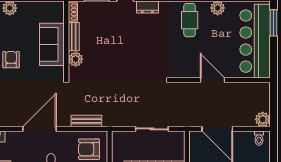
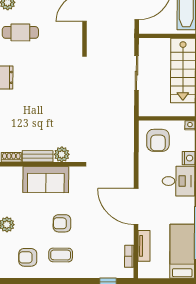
bench: (86, 121) -> (128, 143), removed
door: (40, 129) -> (136, 207), moved

